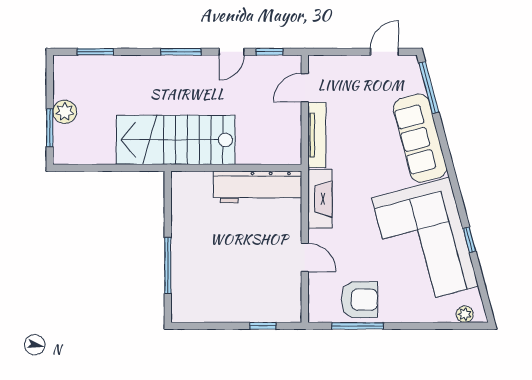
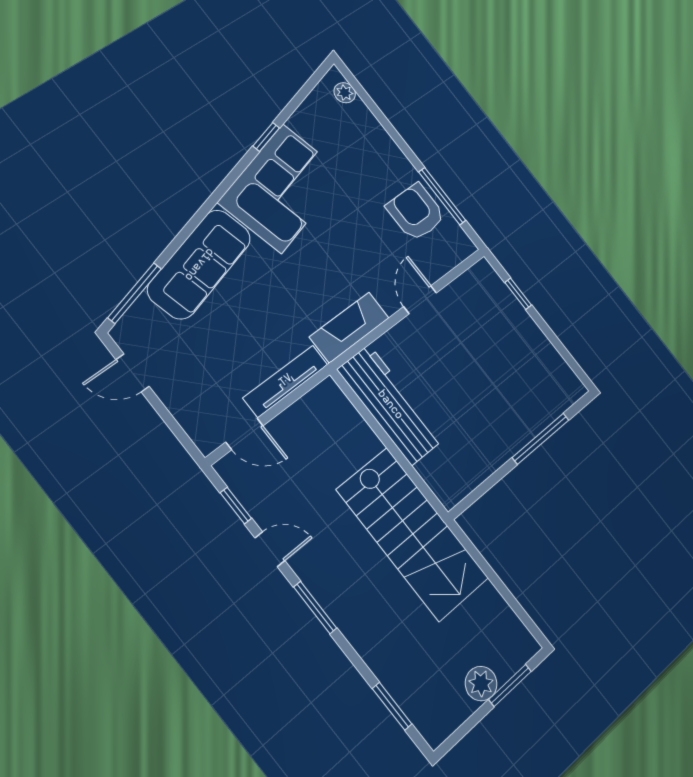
corner sofa: (425, 242) -> (282, 188), width x0.73, depth x0.74

